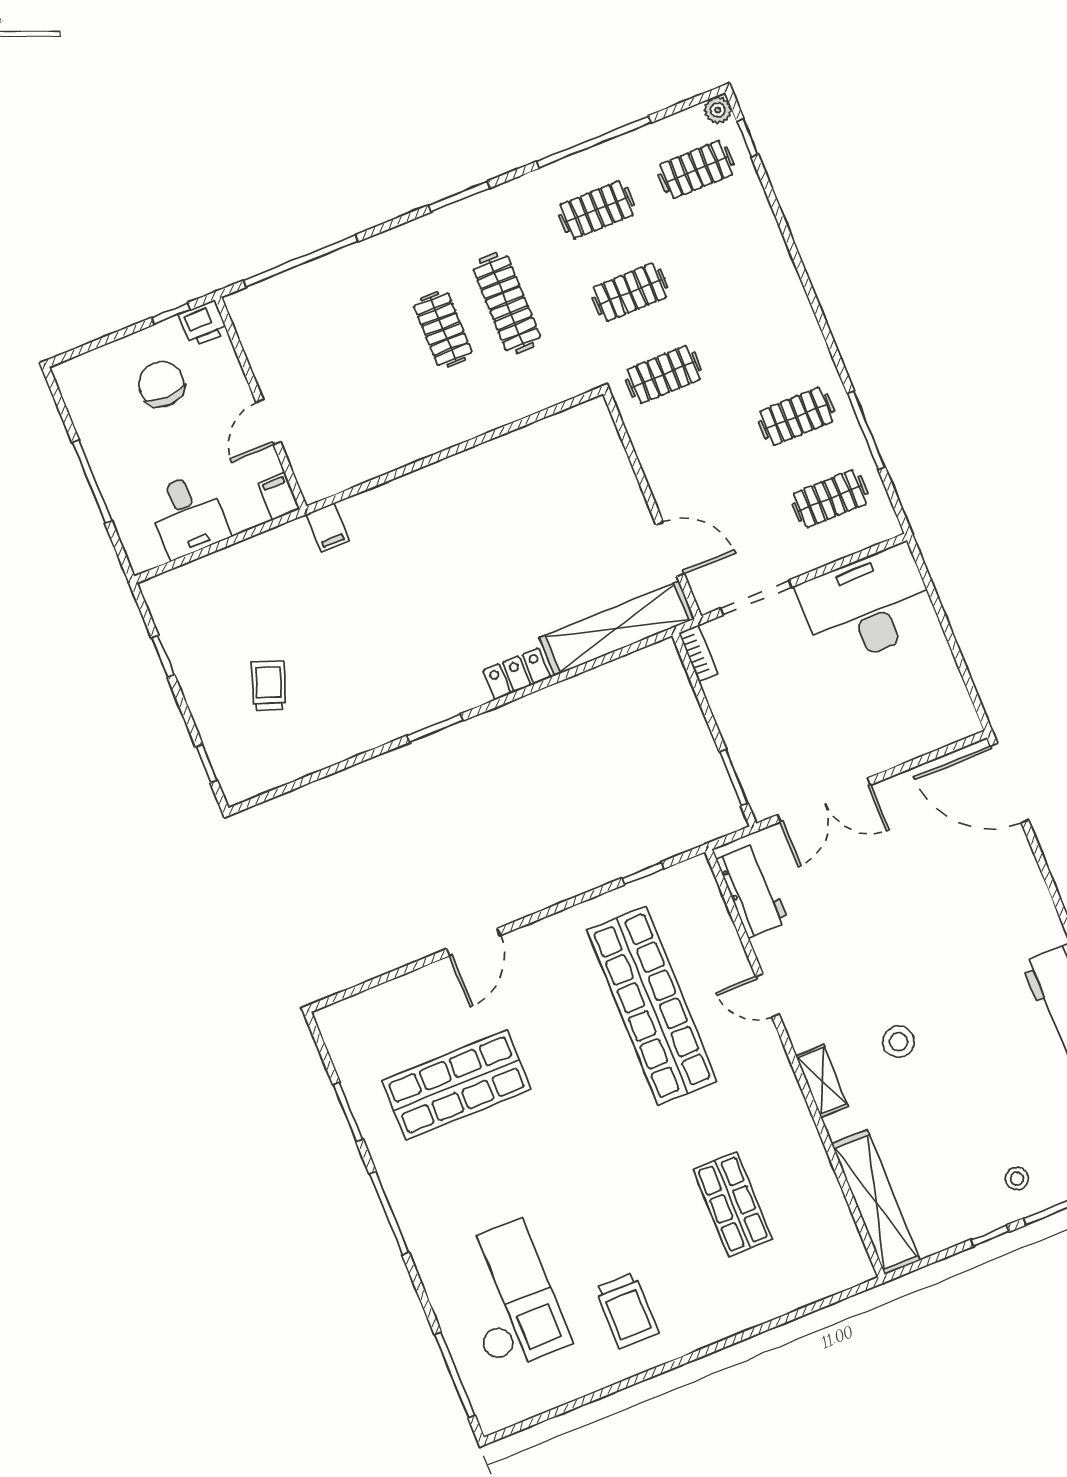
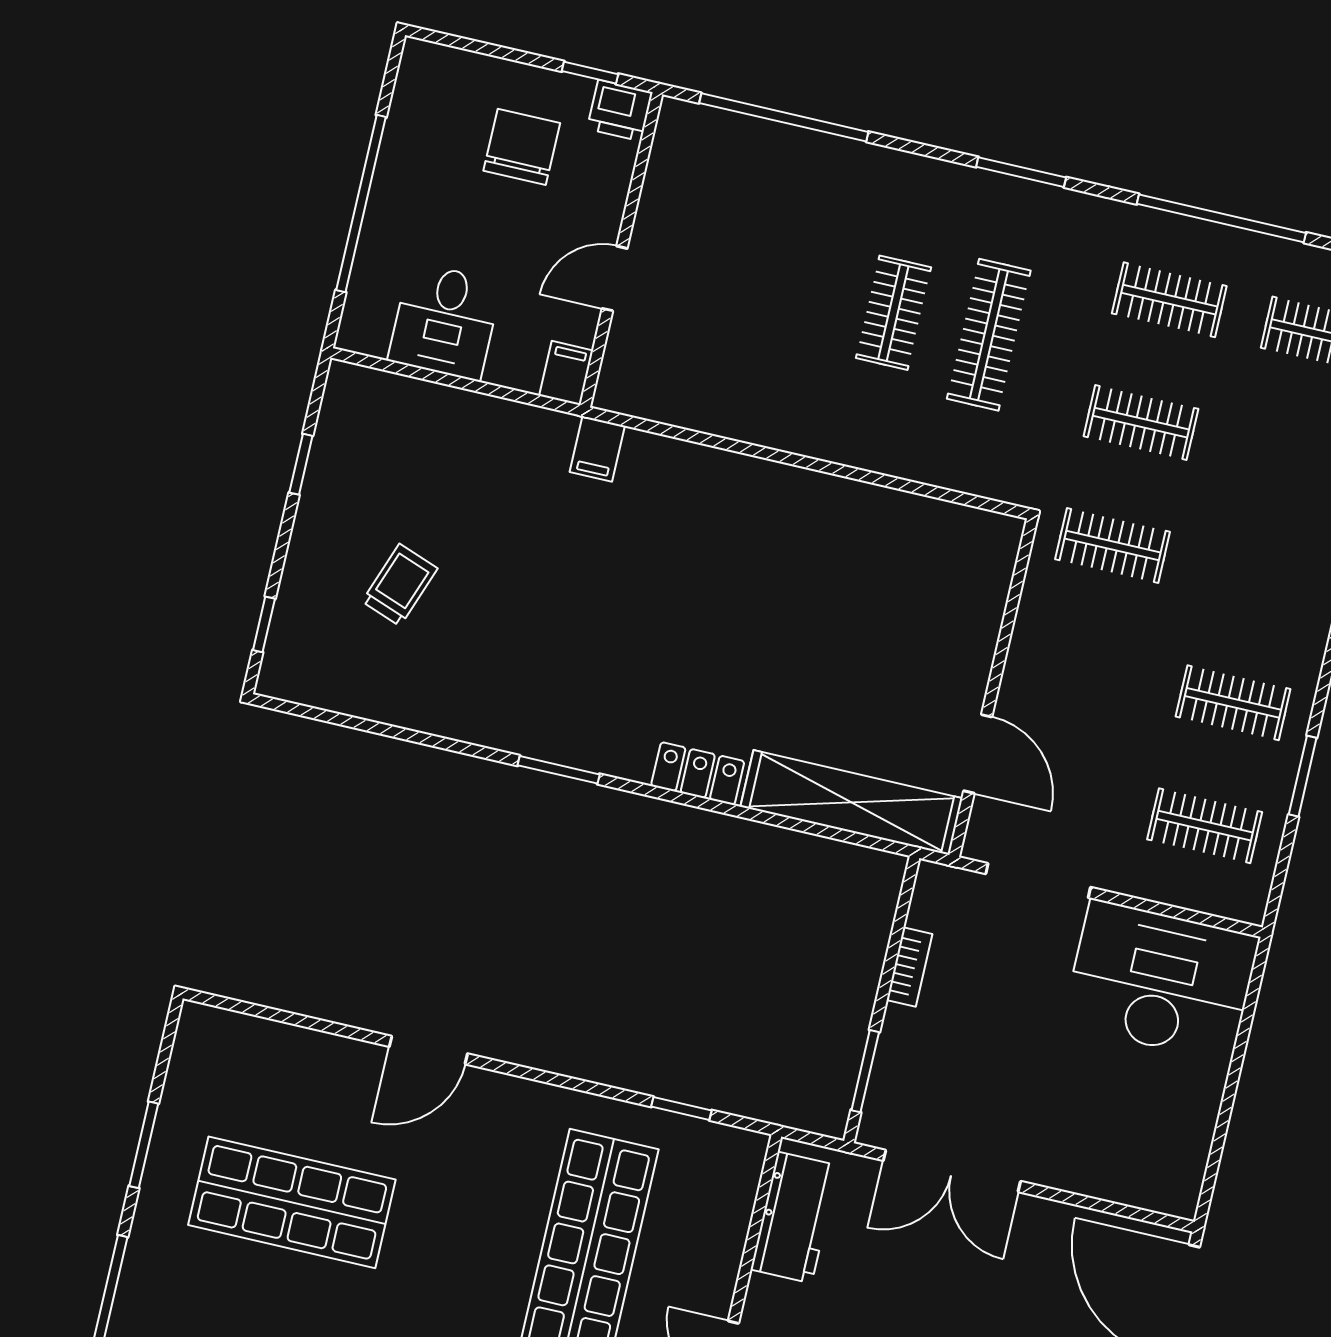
window: (866, 430) -> (1303, 776), width x0.69
window: (92, 482) -> (361, 204), width x1.46
bookcase: (698, 653) -> (909, 967), moved

